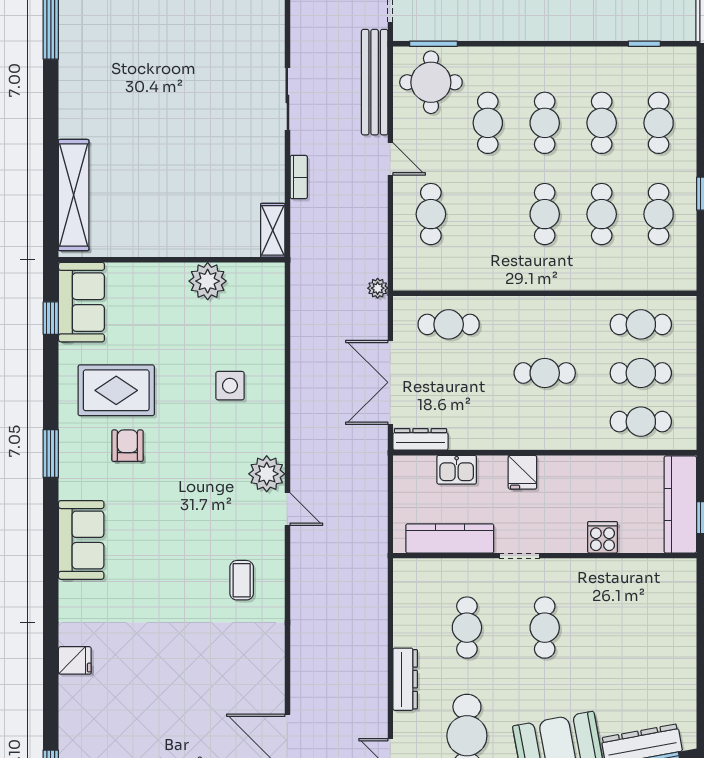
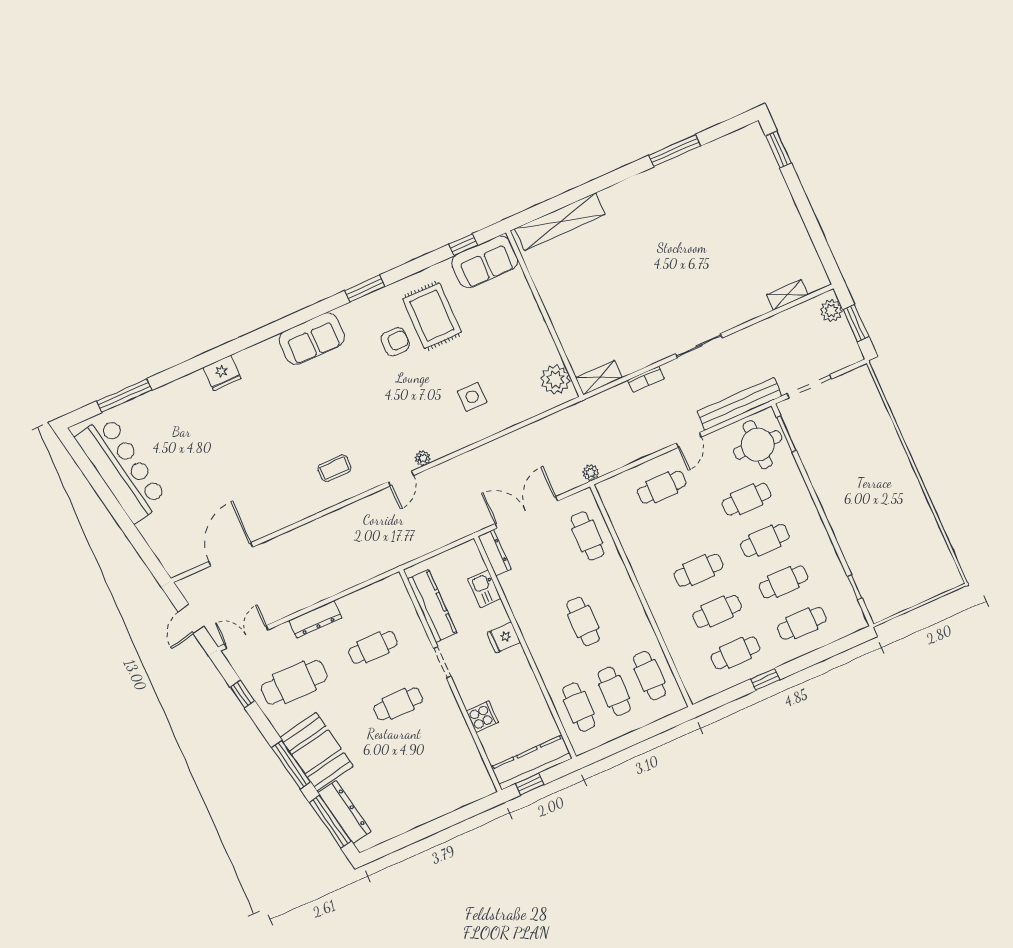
plant: (208, 281) -> (555, 380), moved
plant: (267, 474) -> (423, 458), width x0.53, depth x0.53
fridge: (75, 660) -> (222, 373), width x1.38

